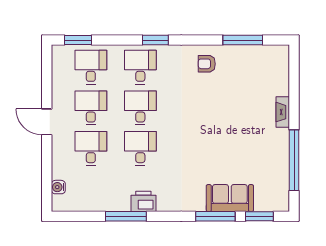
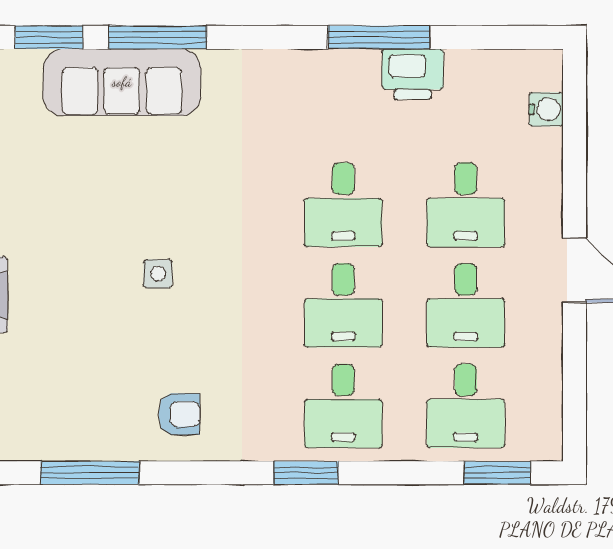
side table: (215, 121) -> (158, 274), added
sofa: (230, 198) -> (122, 82), width x1.36
printer: (143, 201) -> (413, 74), moved

